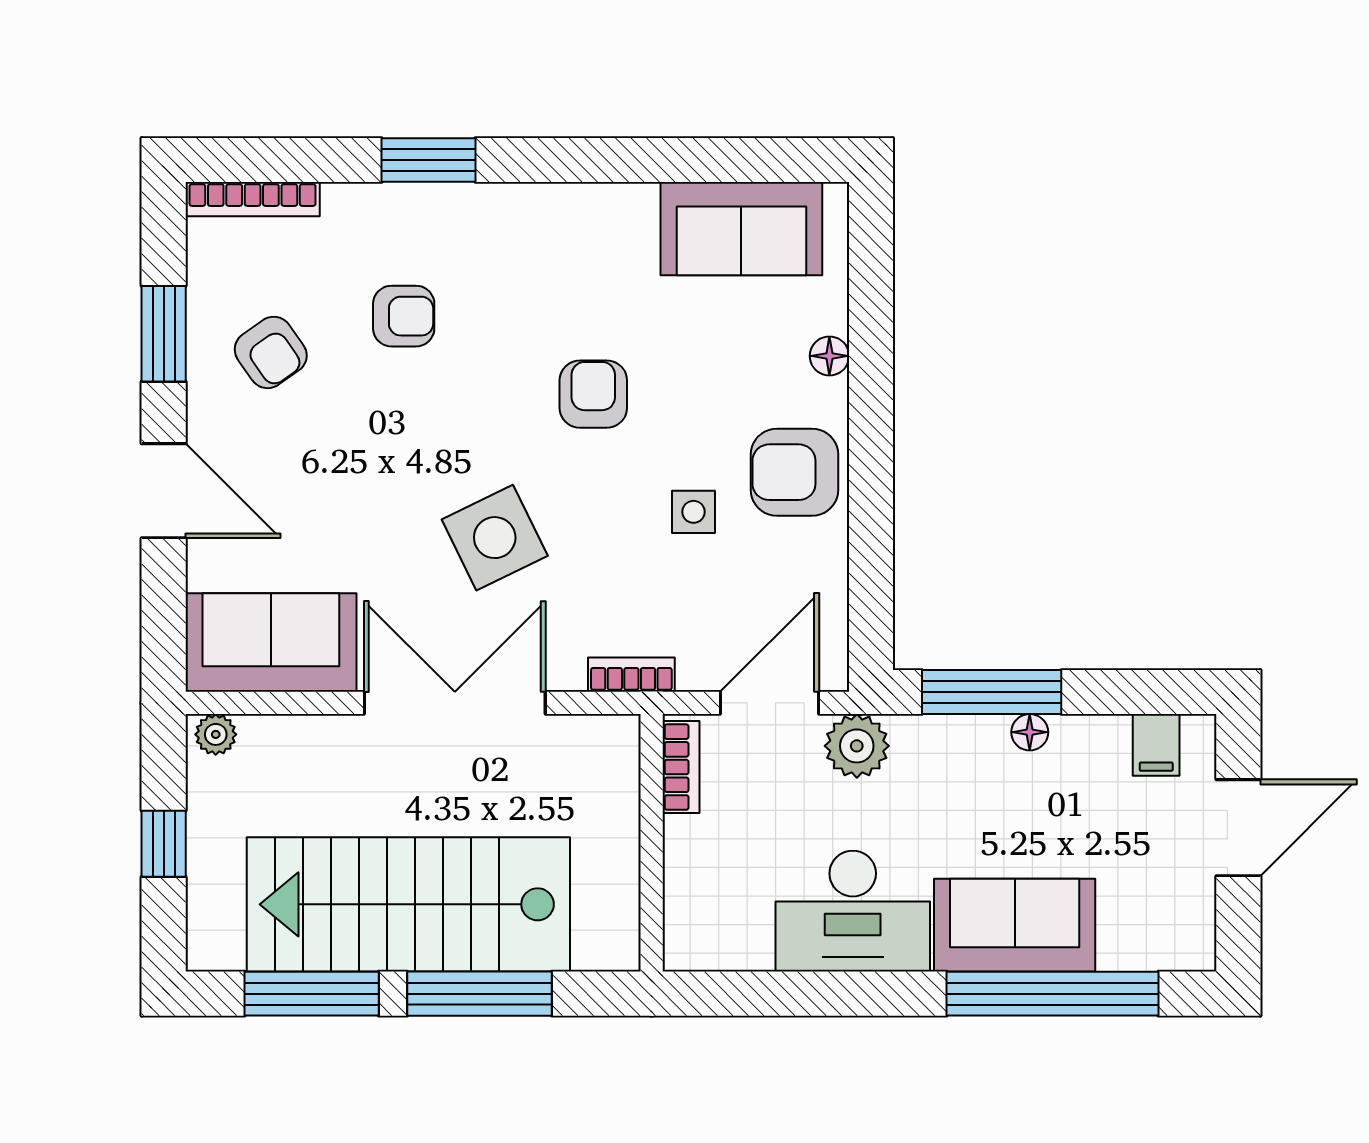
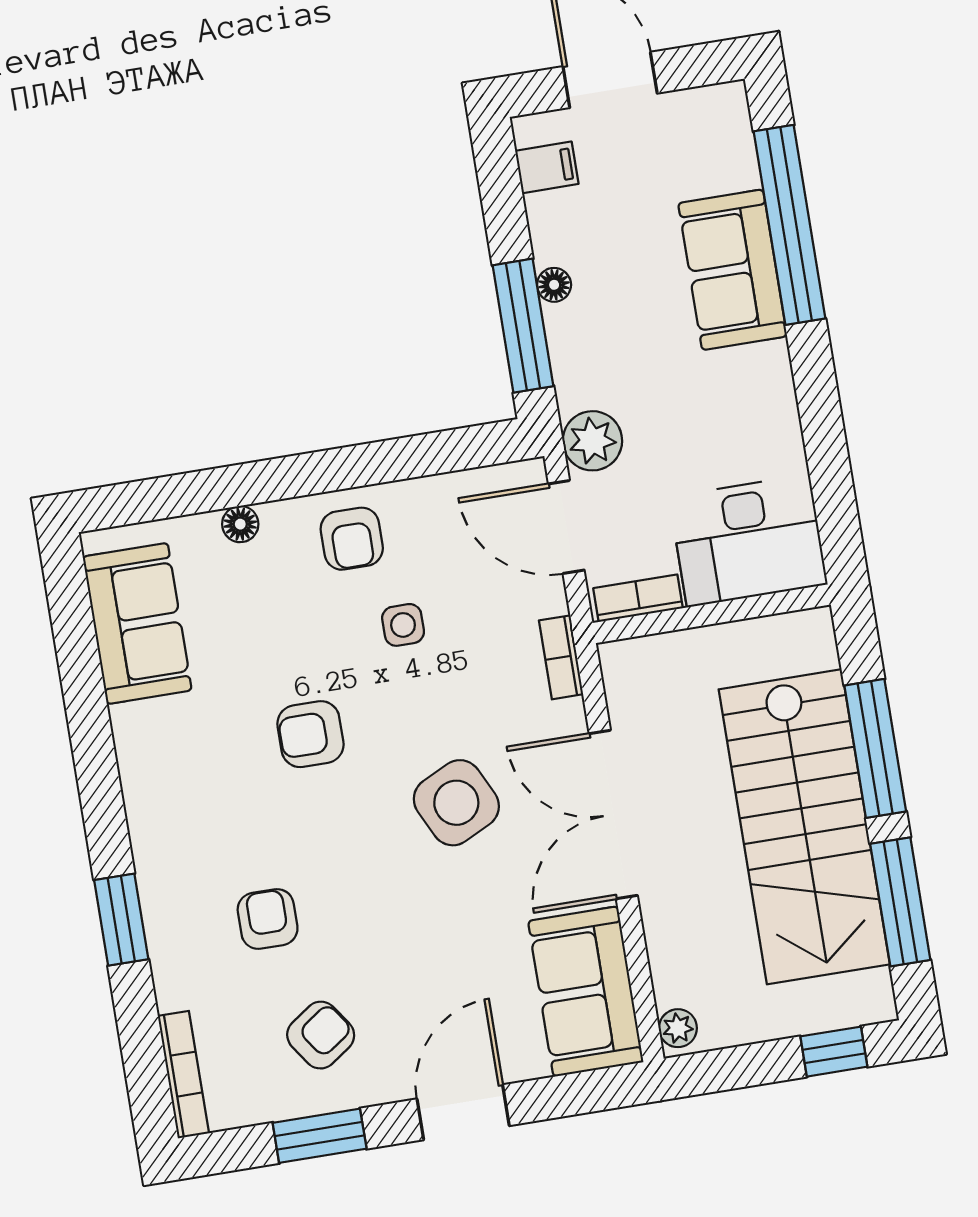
armchair: (794, 472) -> (352, 539), width x0.72, depth x0.72
window: (164, 844) -> (834, 1052), moved
desk: (853, 911) -> (748, 541), moved, turned 90

